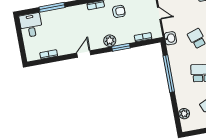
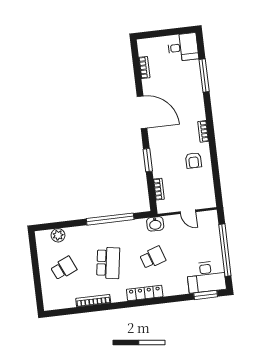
door: (159, 13) -> (188, 212), hinge flipped
plant: (110, 41) -> (157, 146), removed
door: (84, 54) -> (142, 112), width x1.88

